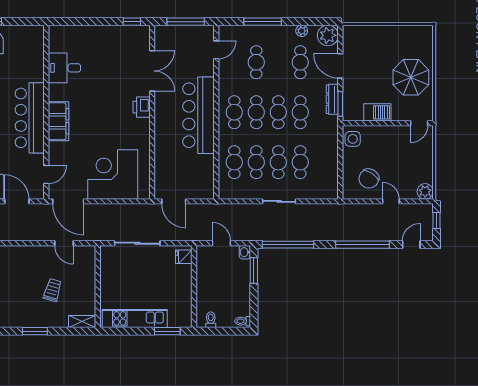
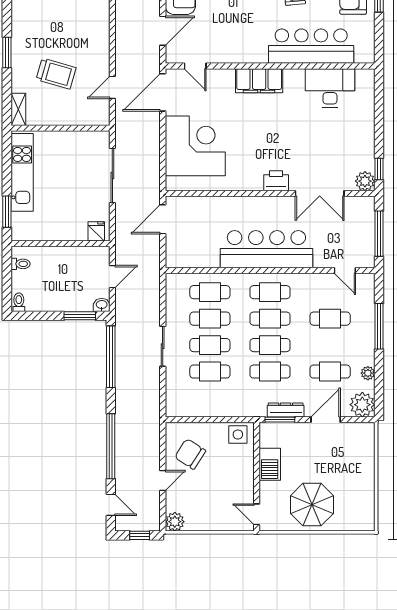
plant: (142, 33) -> (365, 181), added
desk: (64, 68) -> (330, 88), width x1.37
bar counter: (30, 118) -> (311, 46), moved
trolley: (53, 290) -> (56, 74), width x1.36, depth x1.39

